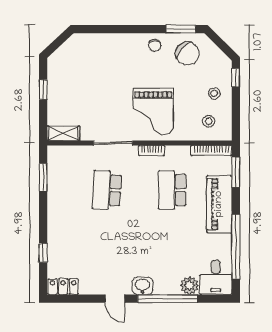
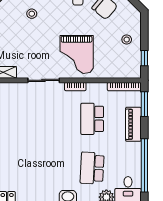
window: (236, 78) -> (144, 58), moved
stool: (209, 121) -> (32, 14), moved
school desk: (107, 190) -> (92, 168), moved
piano: (219, 204) -> (133, 124), width x0.73, depth x0.75

